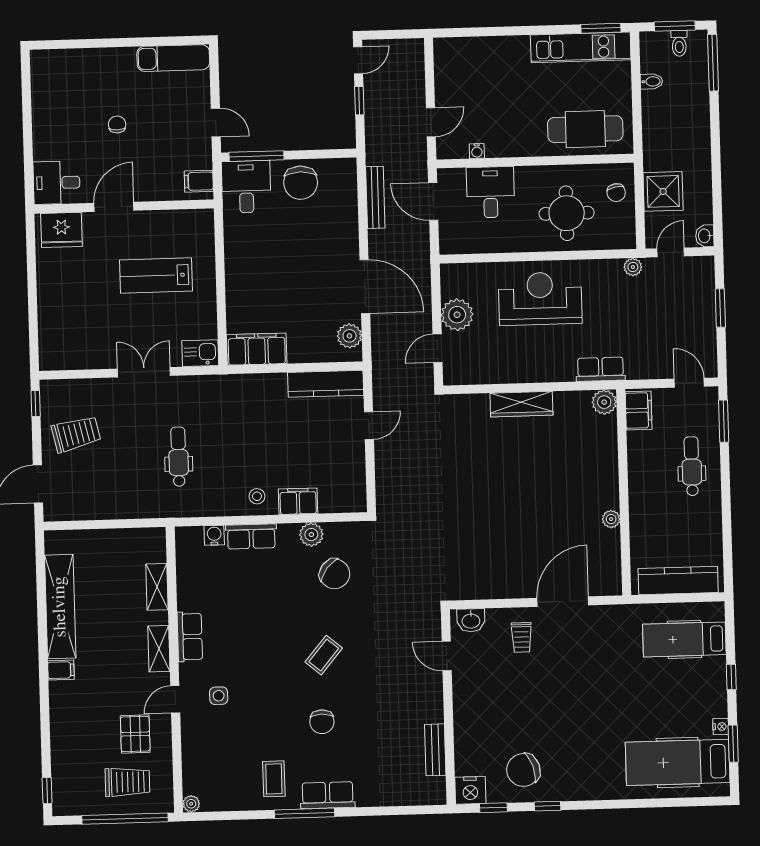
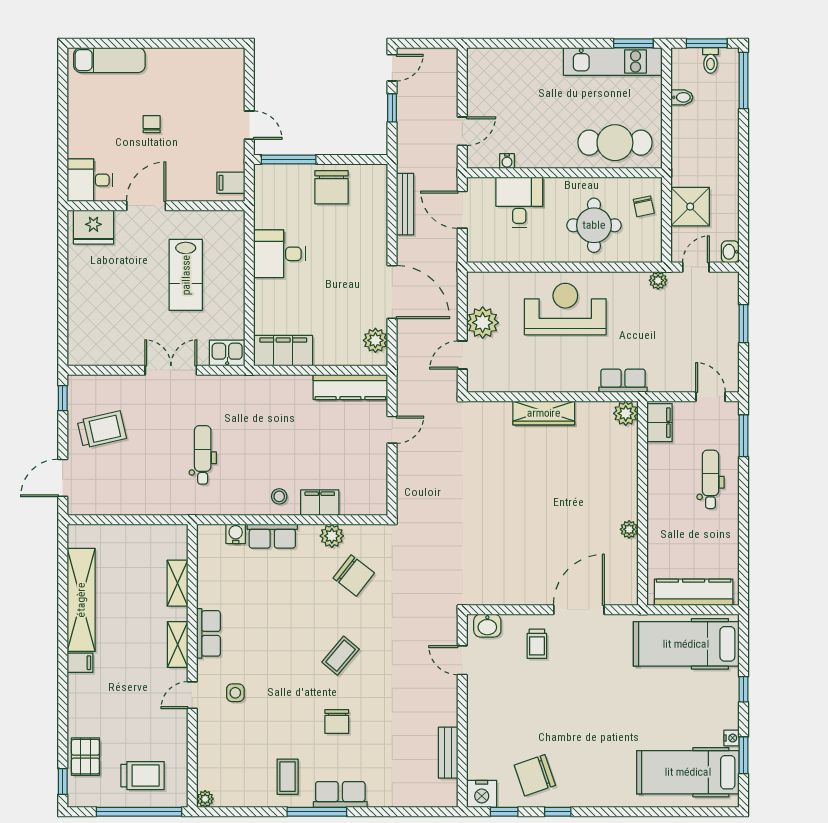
exam couch: (173, 58) -> (109, 60), moved
desk: (246, 187) -> (279, 254), moved, turned -90
lab bench: (156, 275) -> (186, 275), turned -90
hospital bed: (684, 639) -> (686, 644), width x1.37, depth x1.29
pallet: (135, 734) -> (85, 757), moved

